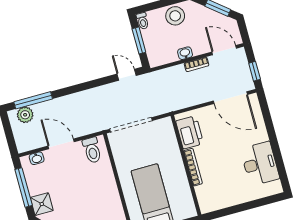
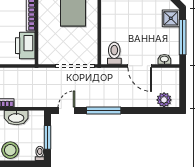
washbasin: (185, 53) -> (16, 118), width x1.91, depth x1.45
door: (127, 75) -> (66, 110), swing flipped
window: (33, 100) -> (104, 110), moved

